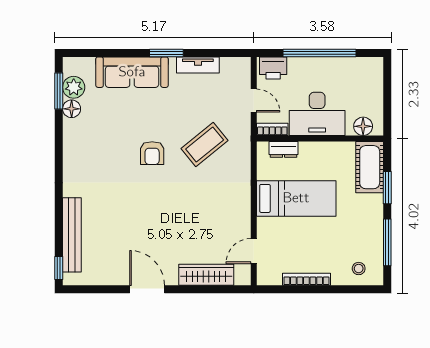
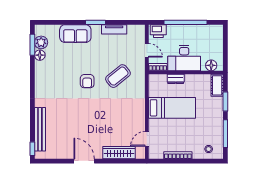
sofa: (132, 72) -> (75, 34), width x0.73
dresser: (284, 149) -> (176, 79), moved
cot: (370, 167) -> (217, 85), width x0.73, depth x0.75

